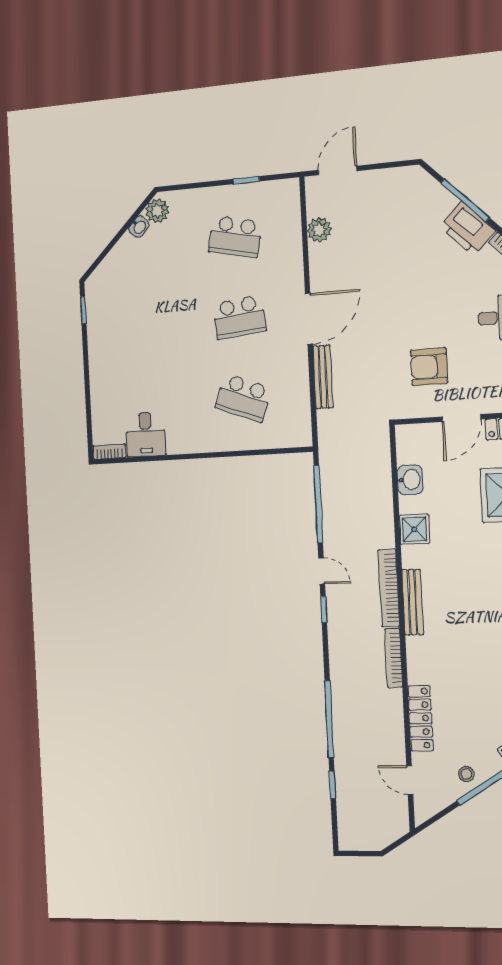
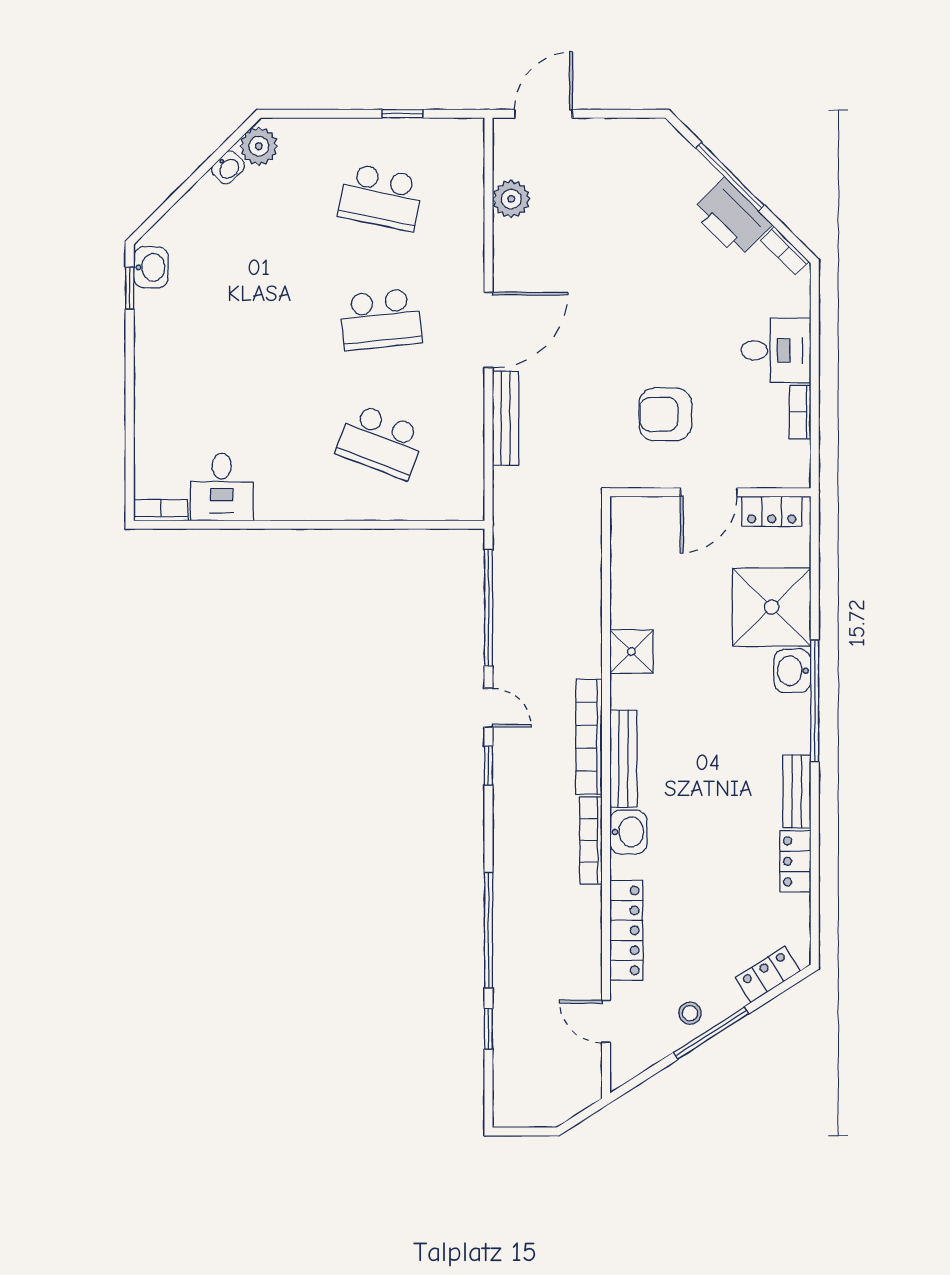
washbasin: (95, 296) -> (151, 267), added
washbasin: (410, 480) -> (628, 832), moved

